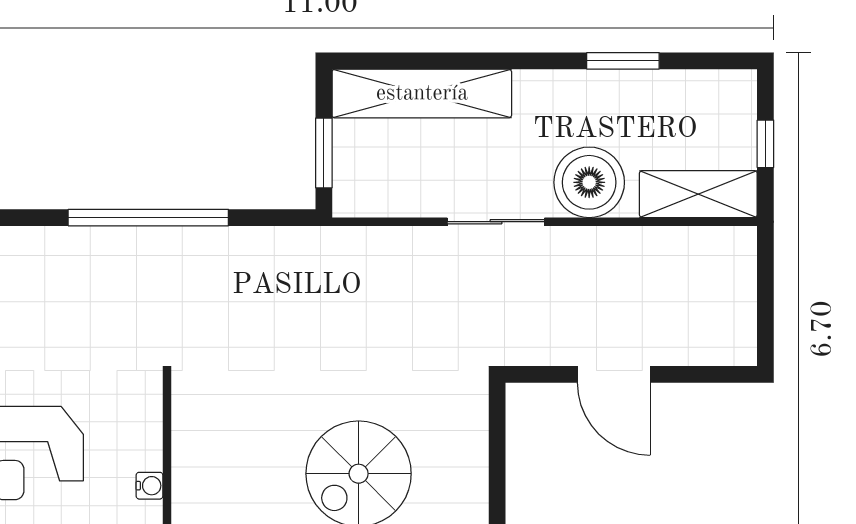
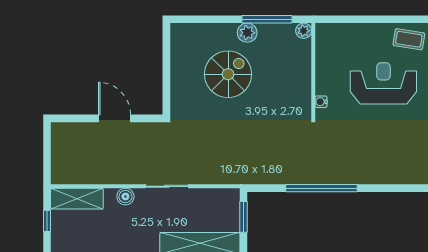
boiler: (589, 182) -> (125, 197), width x0.54, depth x0.54
water cooler: (149, 486) -> (321, 102), moved

